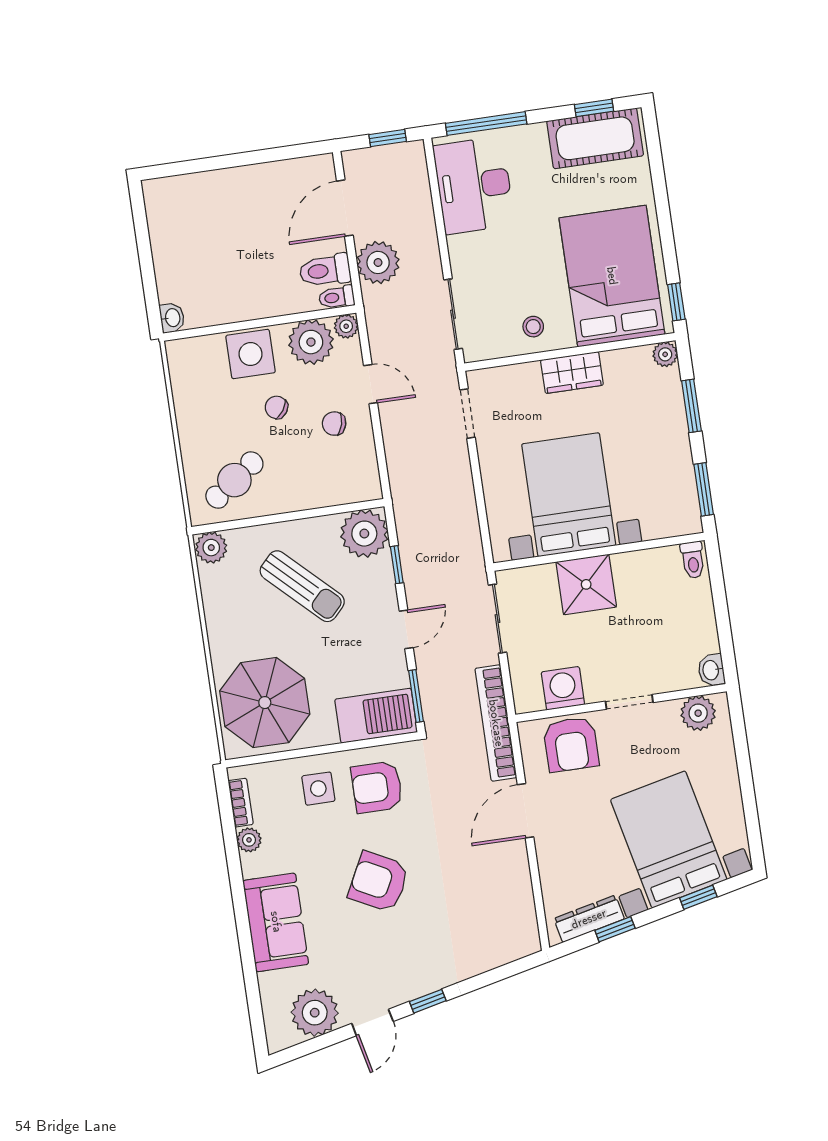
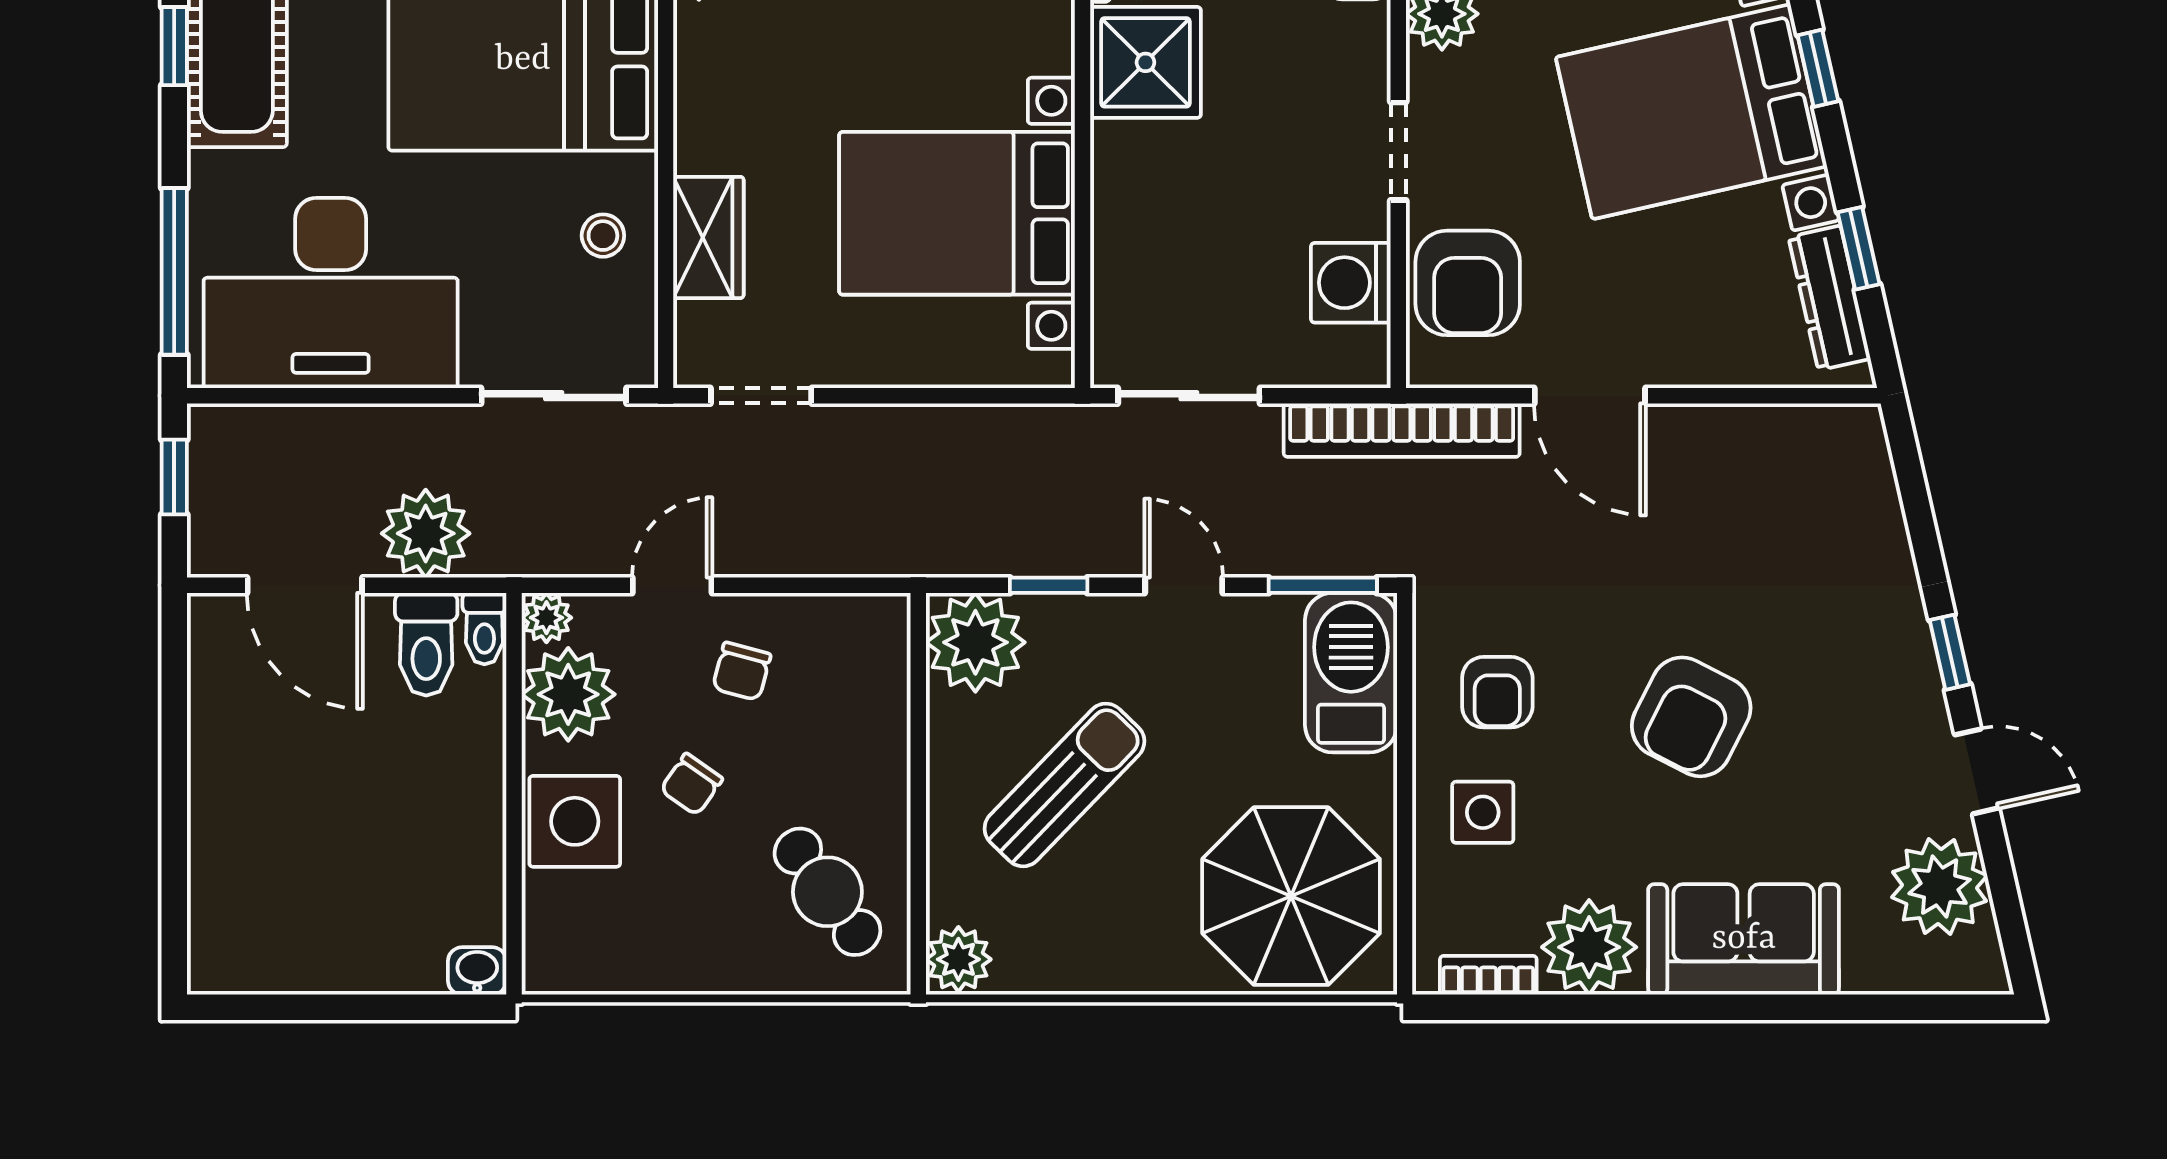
desk: (474, 185) -> (331, 293), width x1.36, depth x1.30
wardrobe: (572, 373) -> (708, 237), moved
shower: (586, 584) -> (1145, 62), moved
armchair: (571, 744) -> (1468, 283), turned 90
armchair: (377, 787) -> (1497, 692), width x0.72, depth x0.72
plant: (249, 840) -> (1589, 947), width x1.88, depth x1.88

